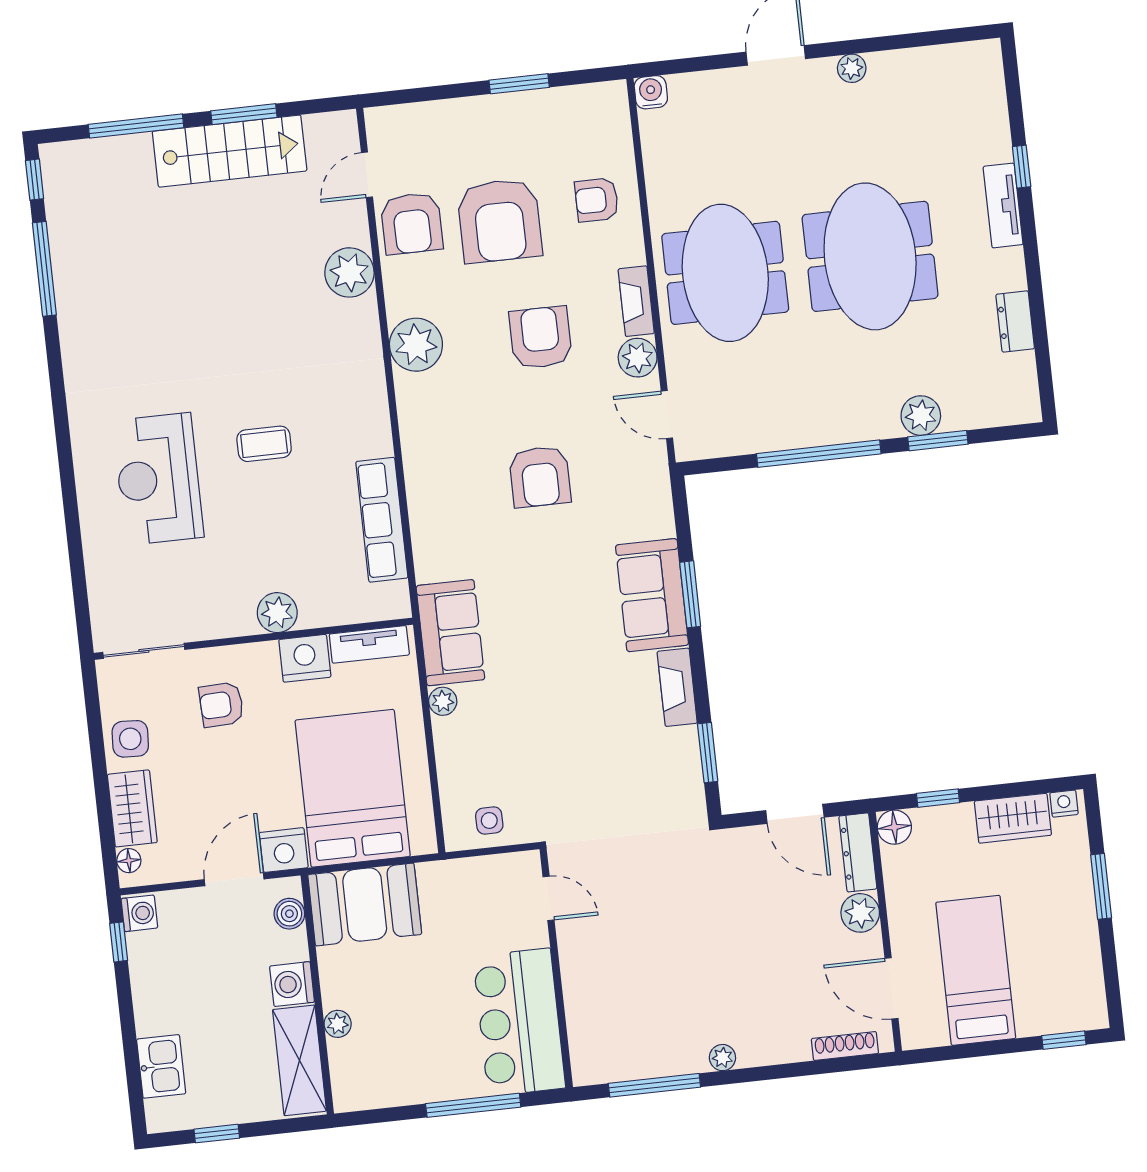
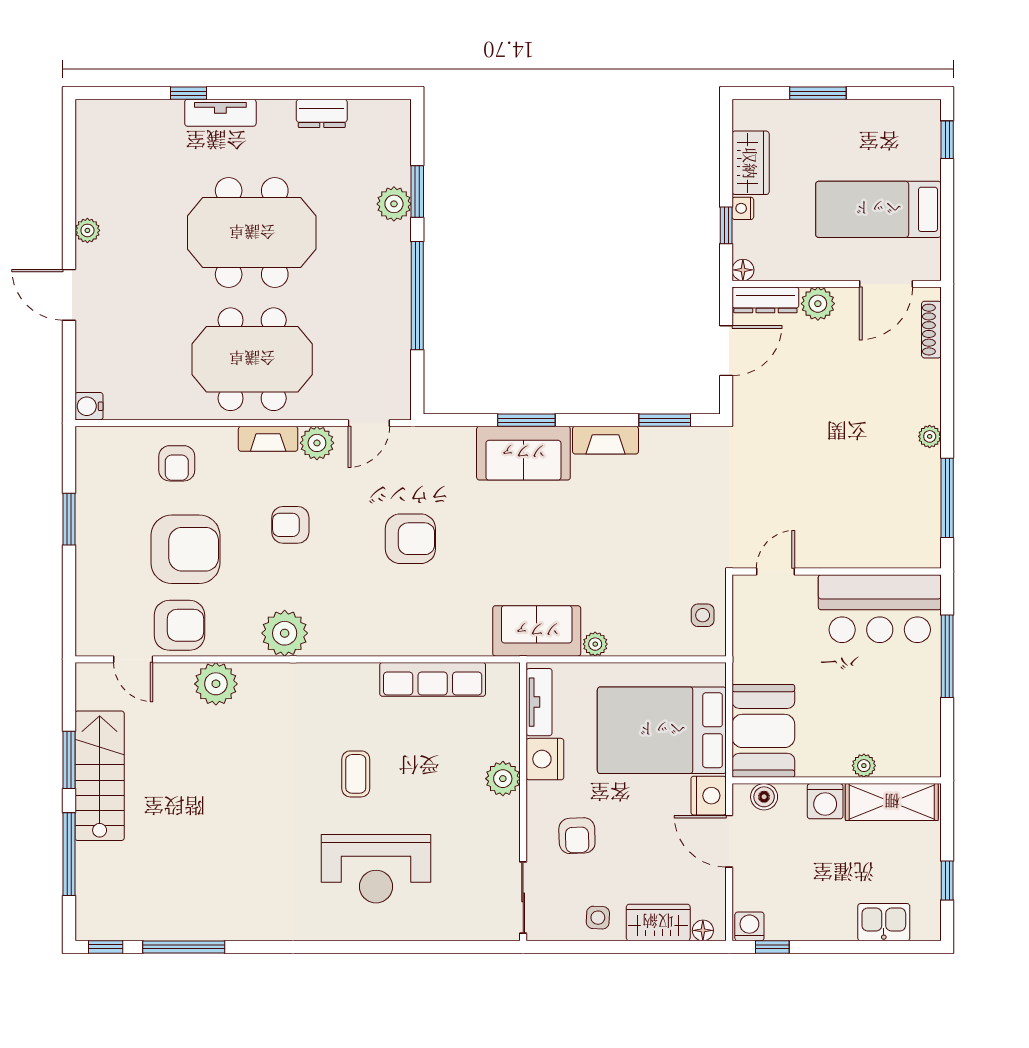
armchair: (541, 338) -> (290, 525), width x0.72, depth x0.72
side table: (130, 739) -> (598, 918), width x0.73, depth x0.73
nightstand: (1064, 804) -> (743, 208), moved
floor lamp: (894, 827) -> (743, 270), width x0.73, depth x0.73

